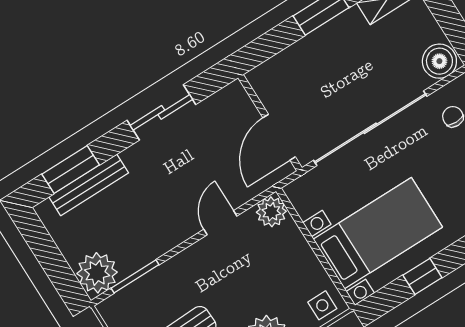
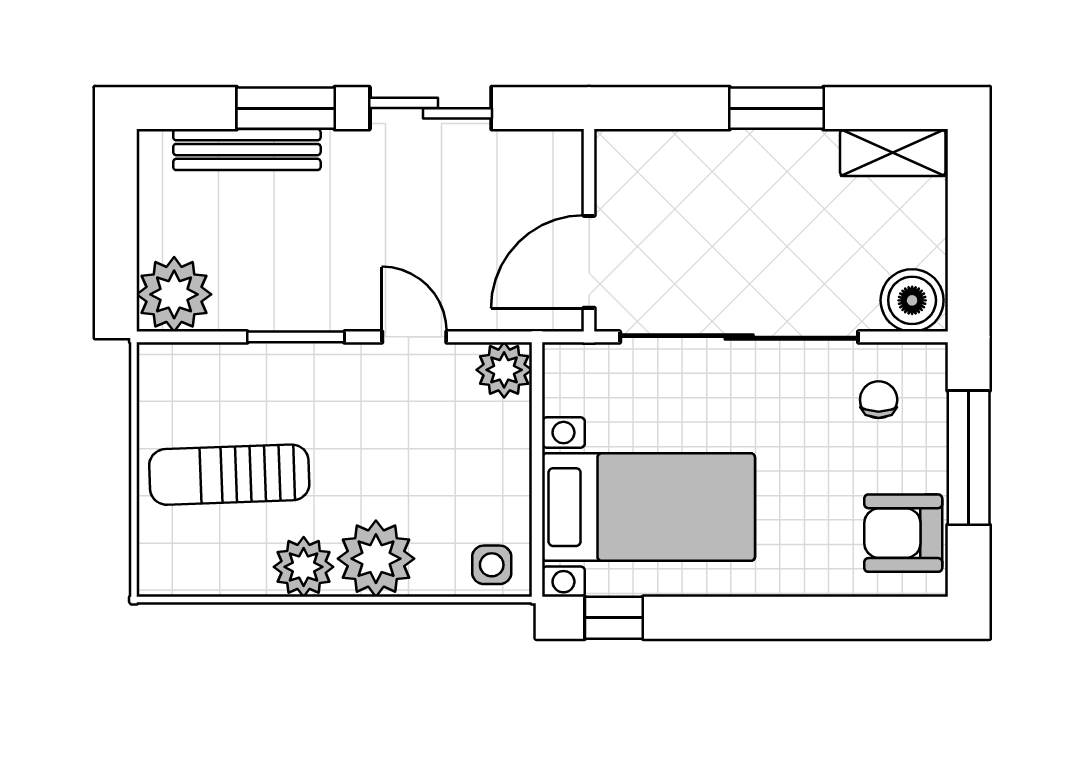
window: (71, 170) -> (286, 108), moved
door: (220, 223) -> (414, 337), hinge flipped
window: (135, 276) -> (296, 337), moved
window: (422, 276) -> (614, 618), moved

